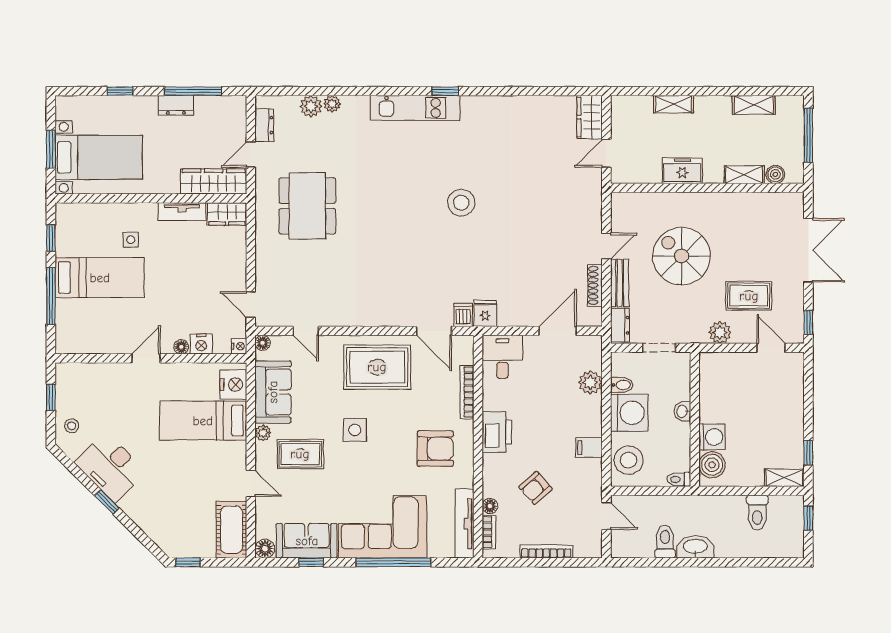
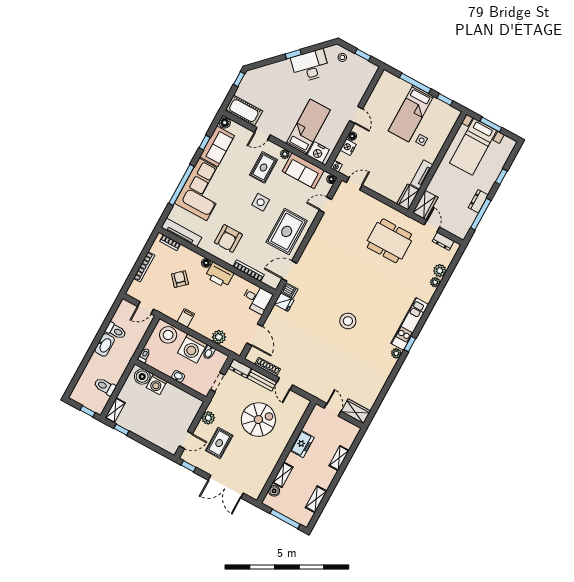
plant: (470, 104) -> (396, 353), added
wardrobe: (214, 181) -> (425, 205), width x0.67
floor lamp: (490, 506) -> (206, 263), moved

